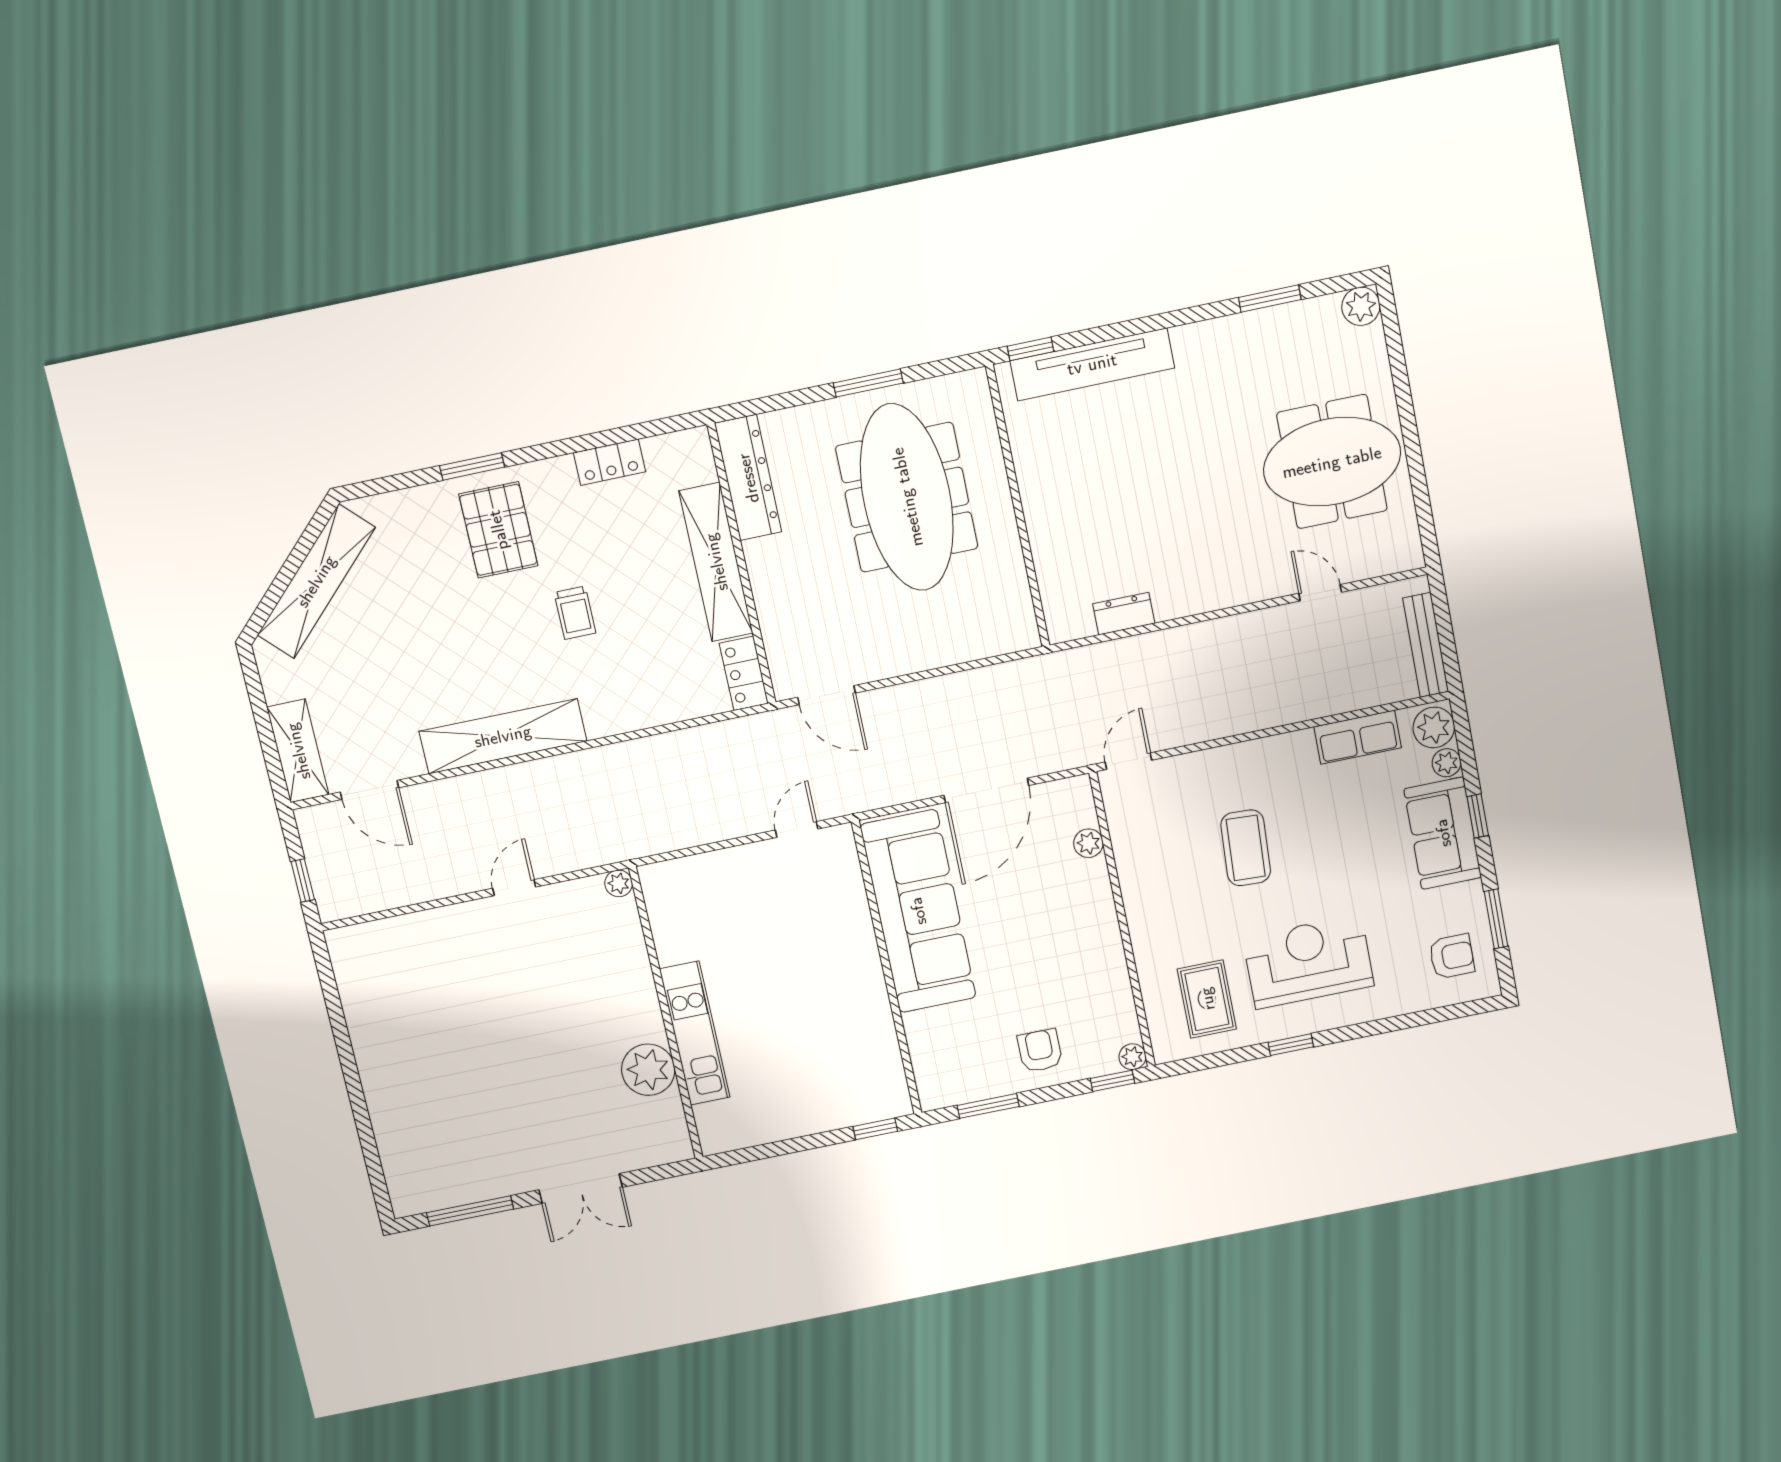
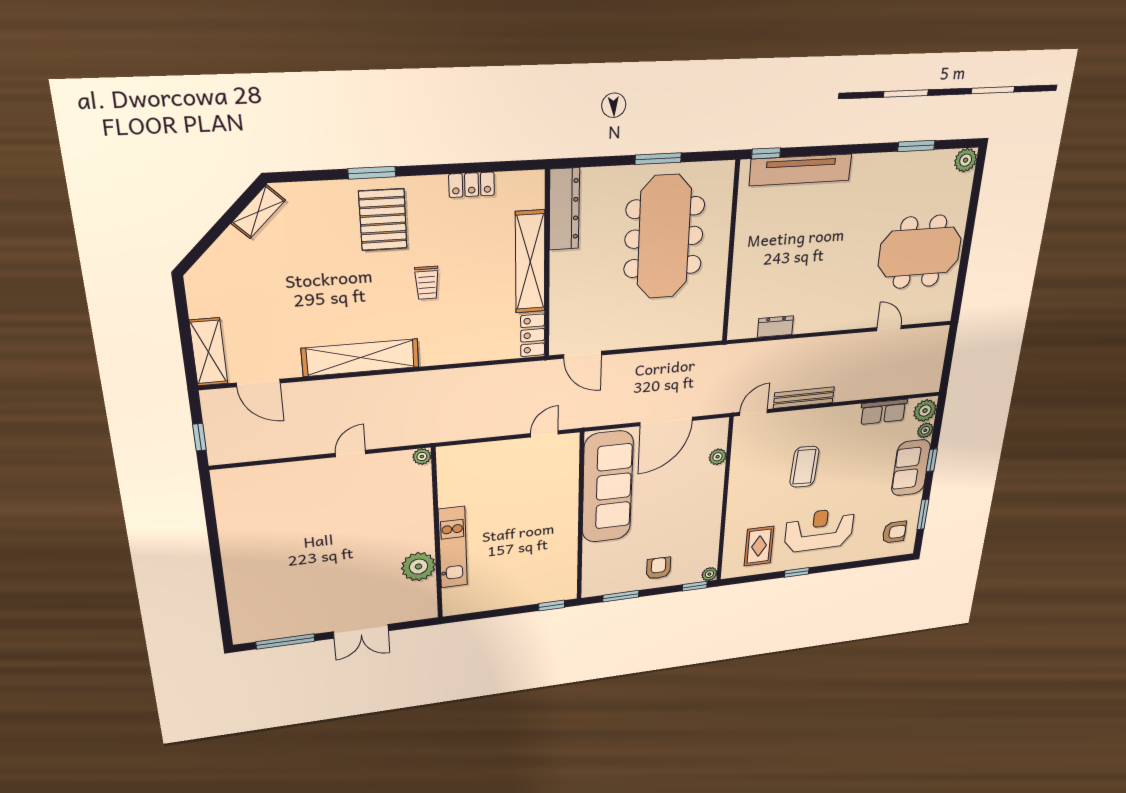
shelving: (316, 581) -> (258, 212), width x0.45, depth x0.75
bench: (1426, 645) -> (804, 398), moved, turned 90

